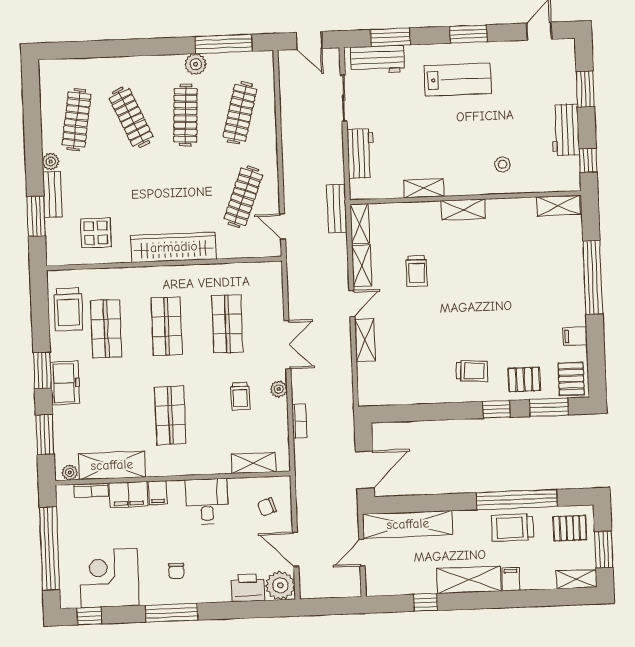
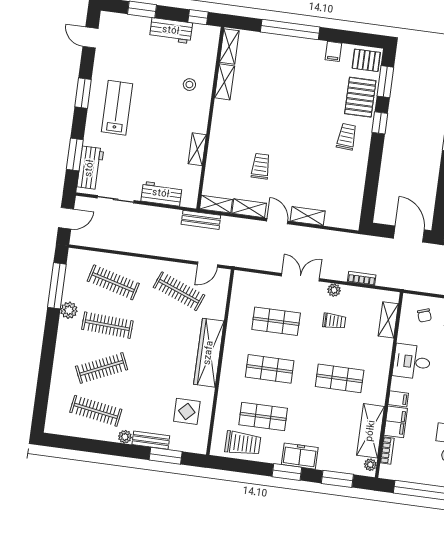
shelving: (463, 210) -> (225, 82), moved
trolley: (417, 271) -> (261, 166), turned -90
pallet: (524, 379) -> (360, 97), width x1.50, depth x1.42

